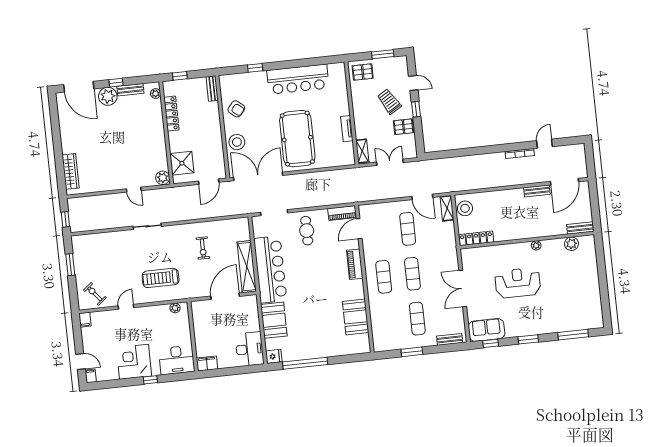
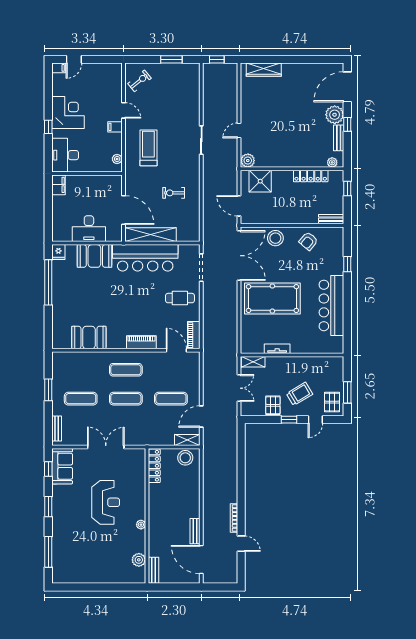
pallet: (363, 72) -> (332, 402), moved
filing cabinet: (85, 320) -> (115, 127), moved
desk: (250, 349) -> (89, 229), moved

